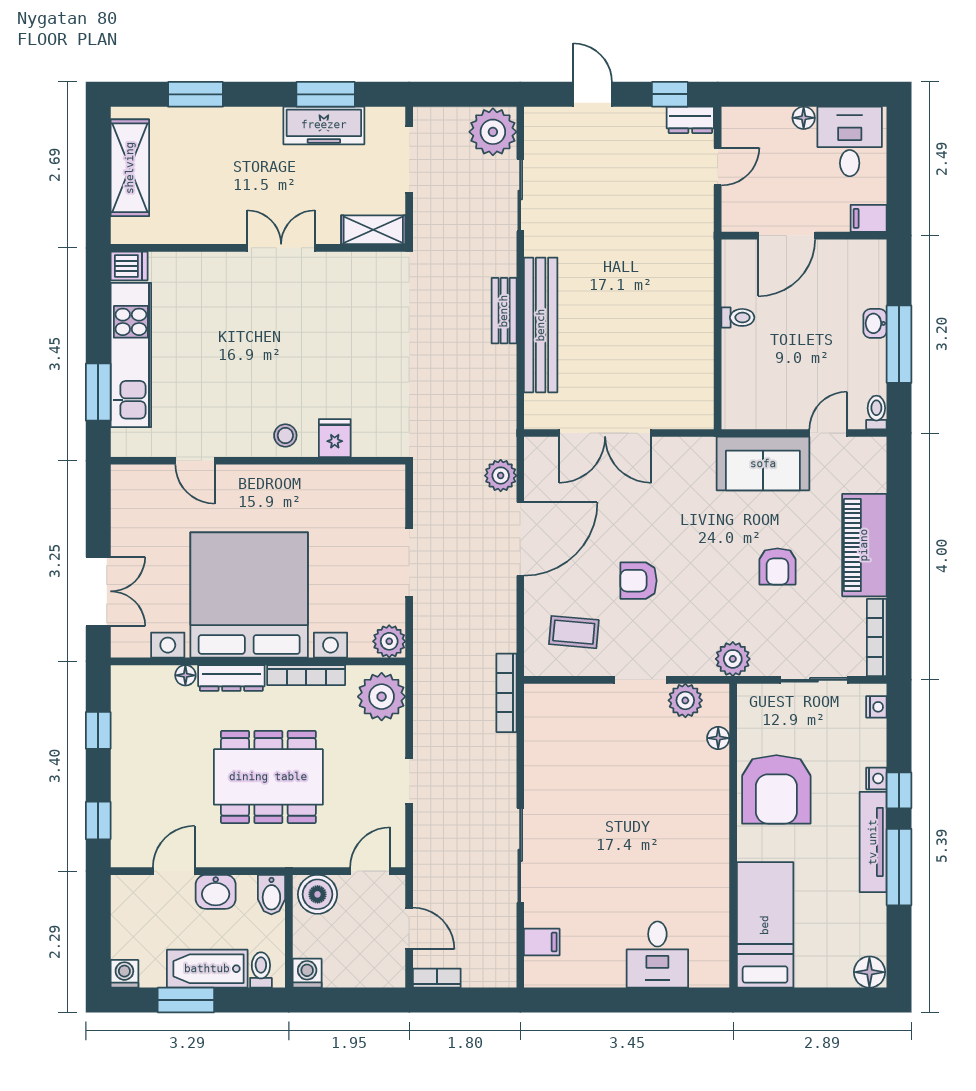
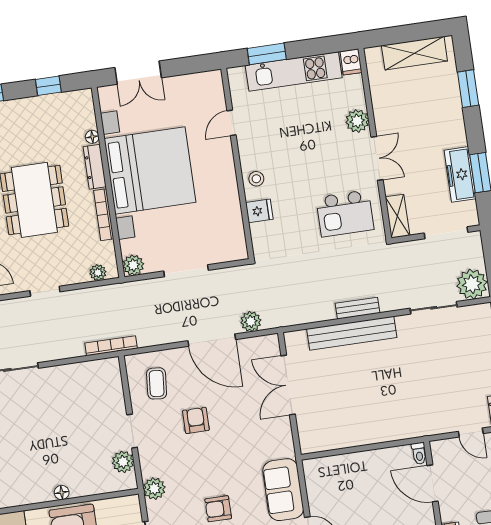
plant: (220, 270) -> (357, 121), added
kitchen island: (358, 309) -> (345, 213), added
toilet: (738, 317) -> (419, 453), moved
plant: (382, 697) -> (98, 273), width x0.53, depth x0.53
floor lamp: (718, 738) -> (62, 493), moved

